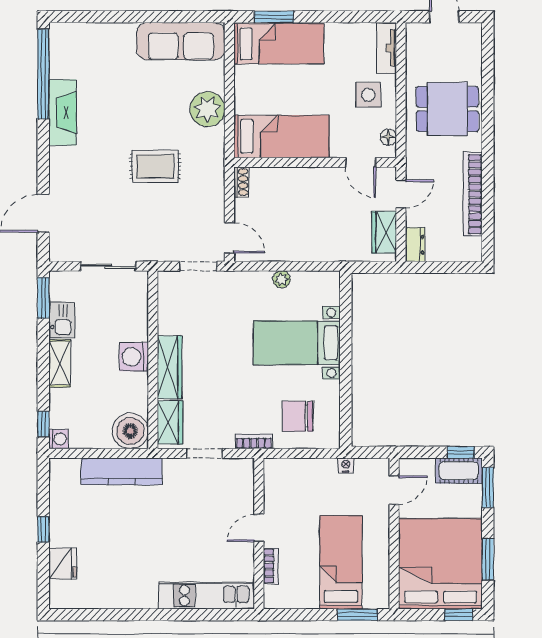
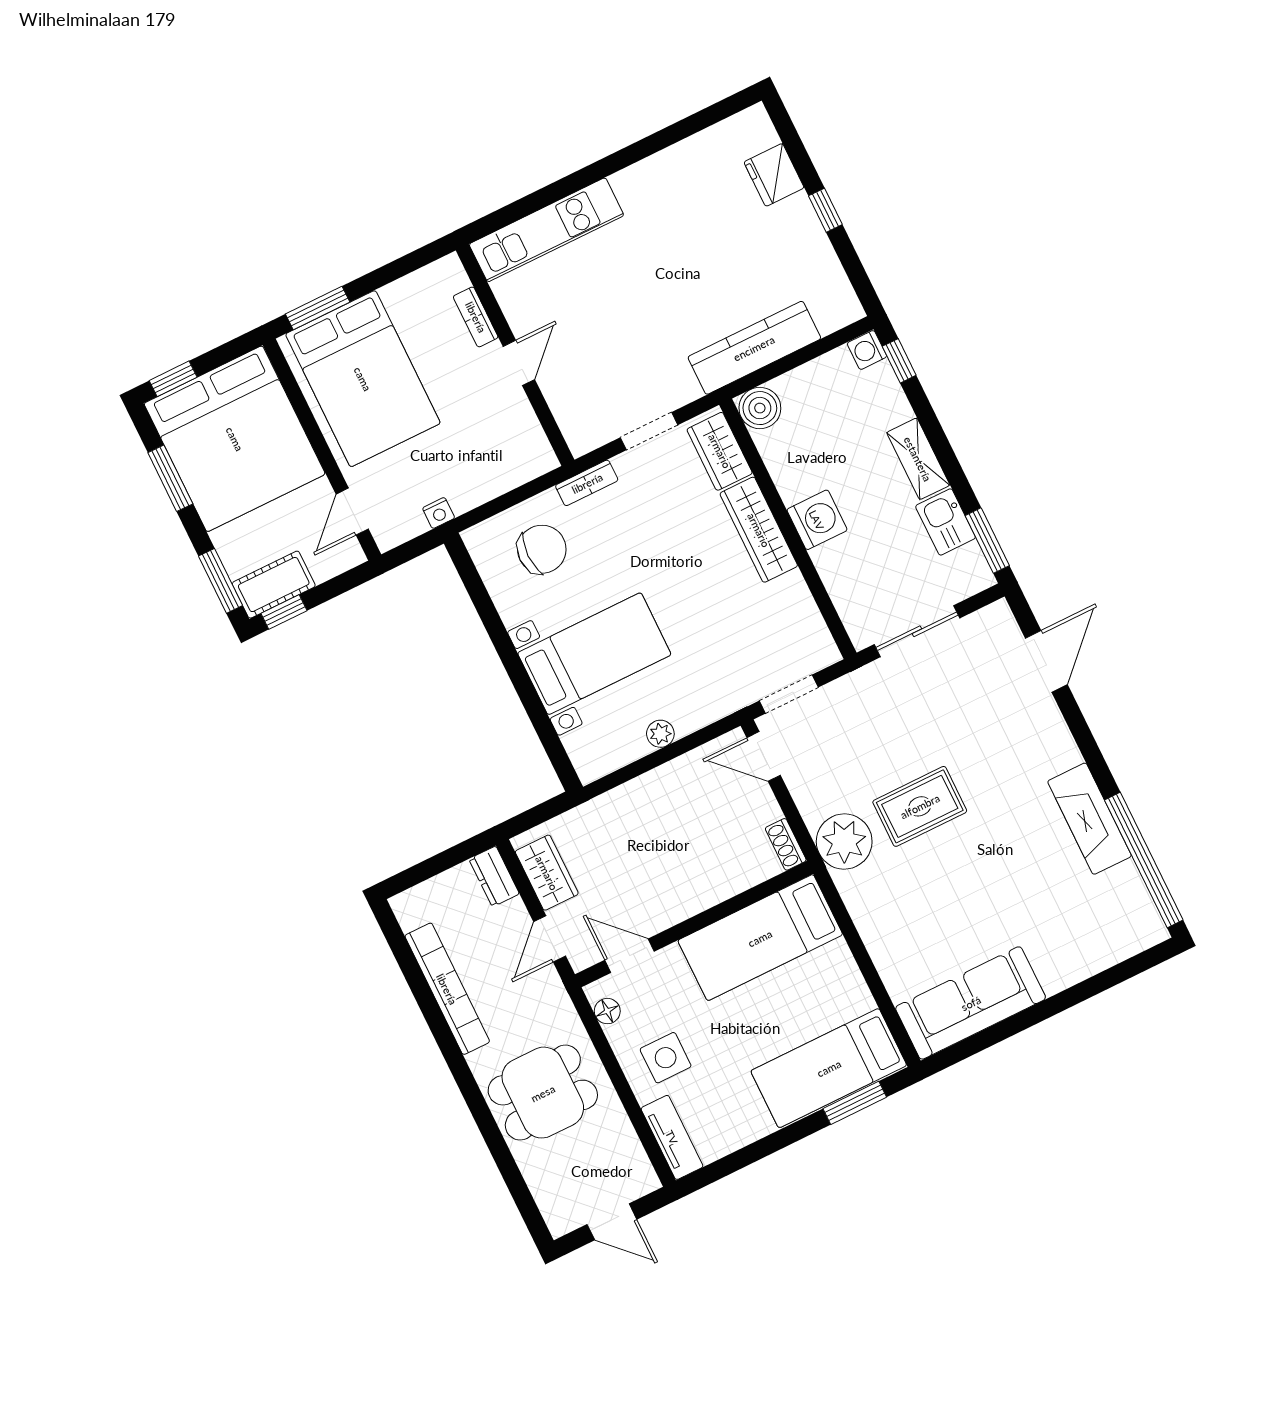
plant: (208, 109) -> (844, 841), moved
boiler: (130, 431) -> (760, 408), width x0.73, depth x0.73
bed: (341, 562) -> (363, 379), width x1.50

